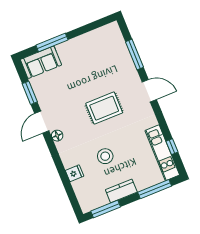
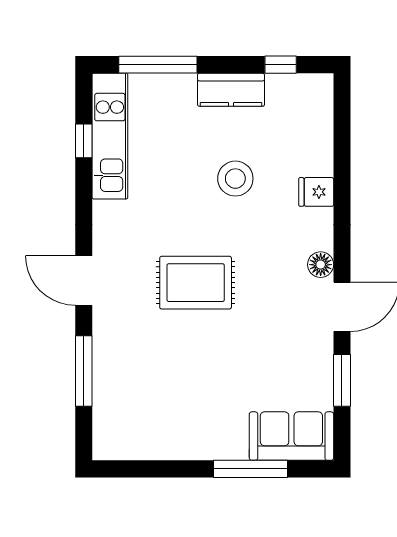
fridge: (74, 173) -> (316, 192), moved
window: (106, 209) -> (281, 65), width x0.46

